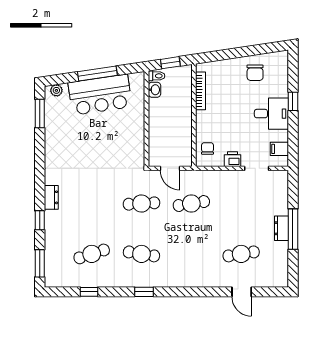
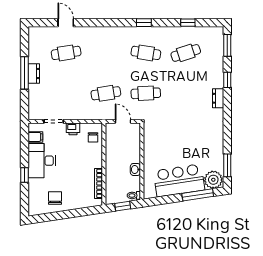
window: (97, 74) -> (198, 195), moved
plant: (56, 90) -> (213, 180), width x1.87, depth x1.87
washbasin: (155, 90) -> (135, 169), moved
desk: (271, 114) -> (42, 161), width x1.37

